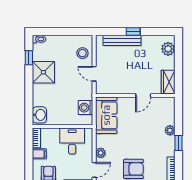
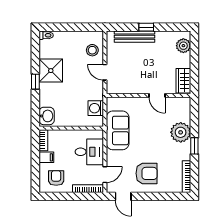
window: (29, 58) -> (35, 82), moved
door: (143, 95) -> (157, 95), hinge flipped
sofa: (106, 115) -> (118, 130), moved
plant: (170, 130) -> (181, 132), width x1.87, depth x1.87
desk: (72, 141) -> (89, 152), moved, turned 90
plant: (101, 153) -> (112, 156), removed

